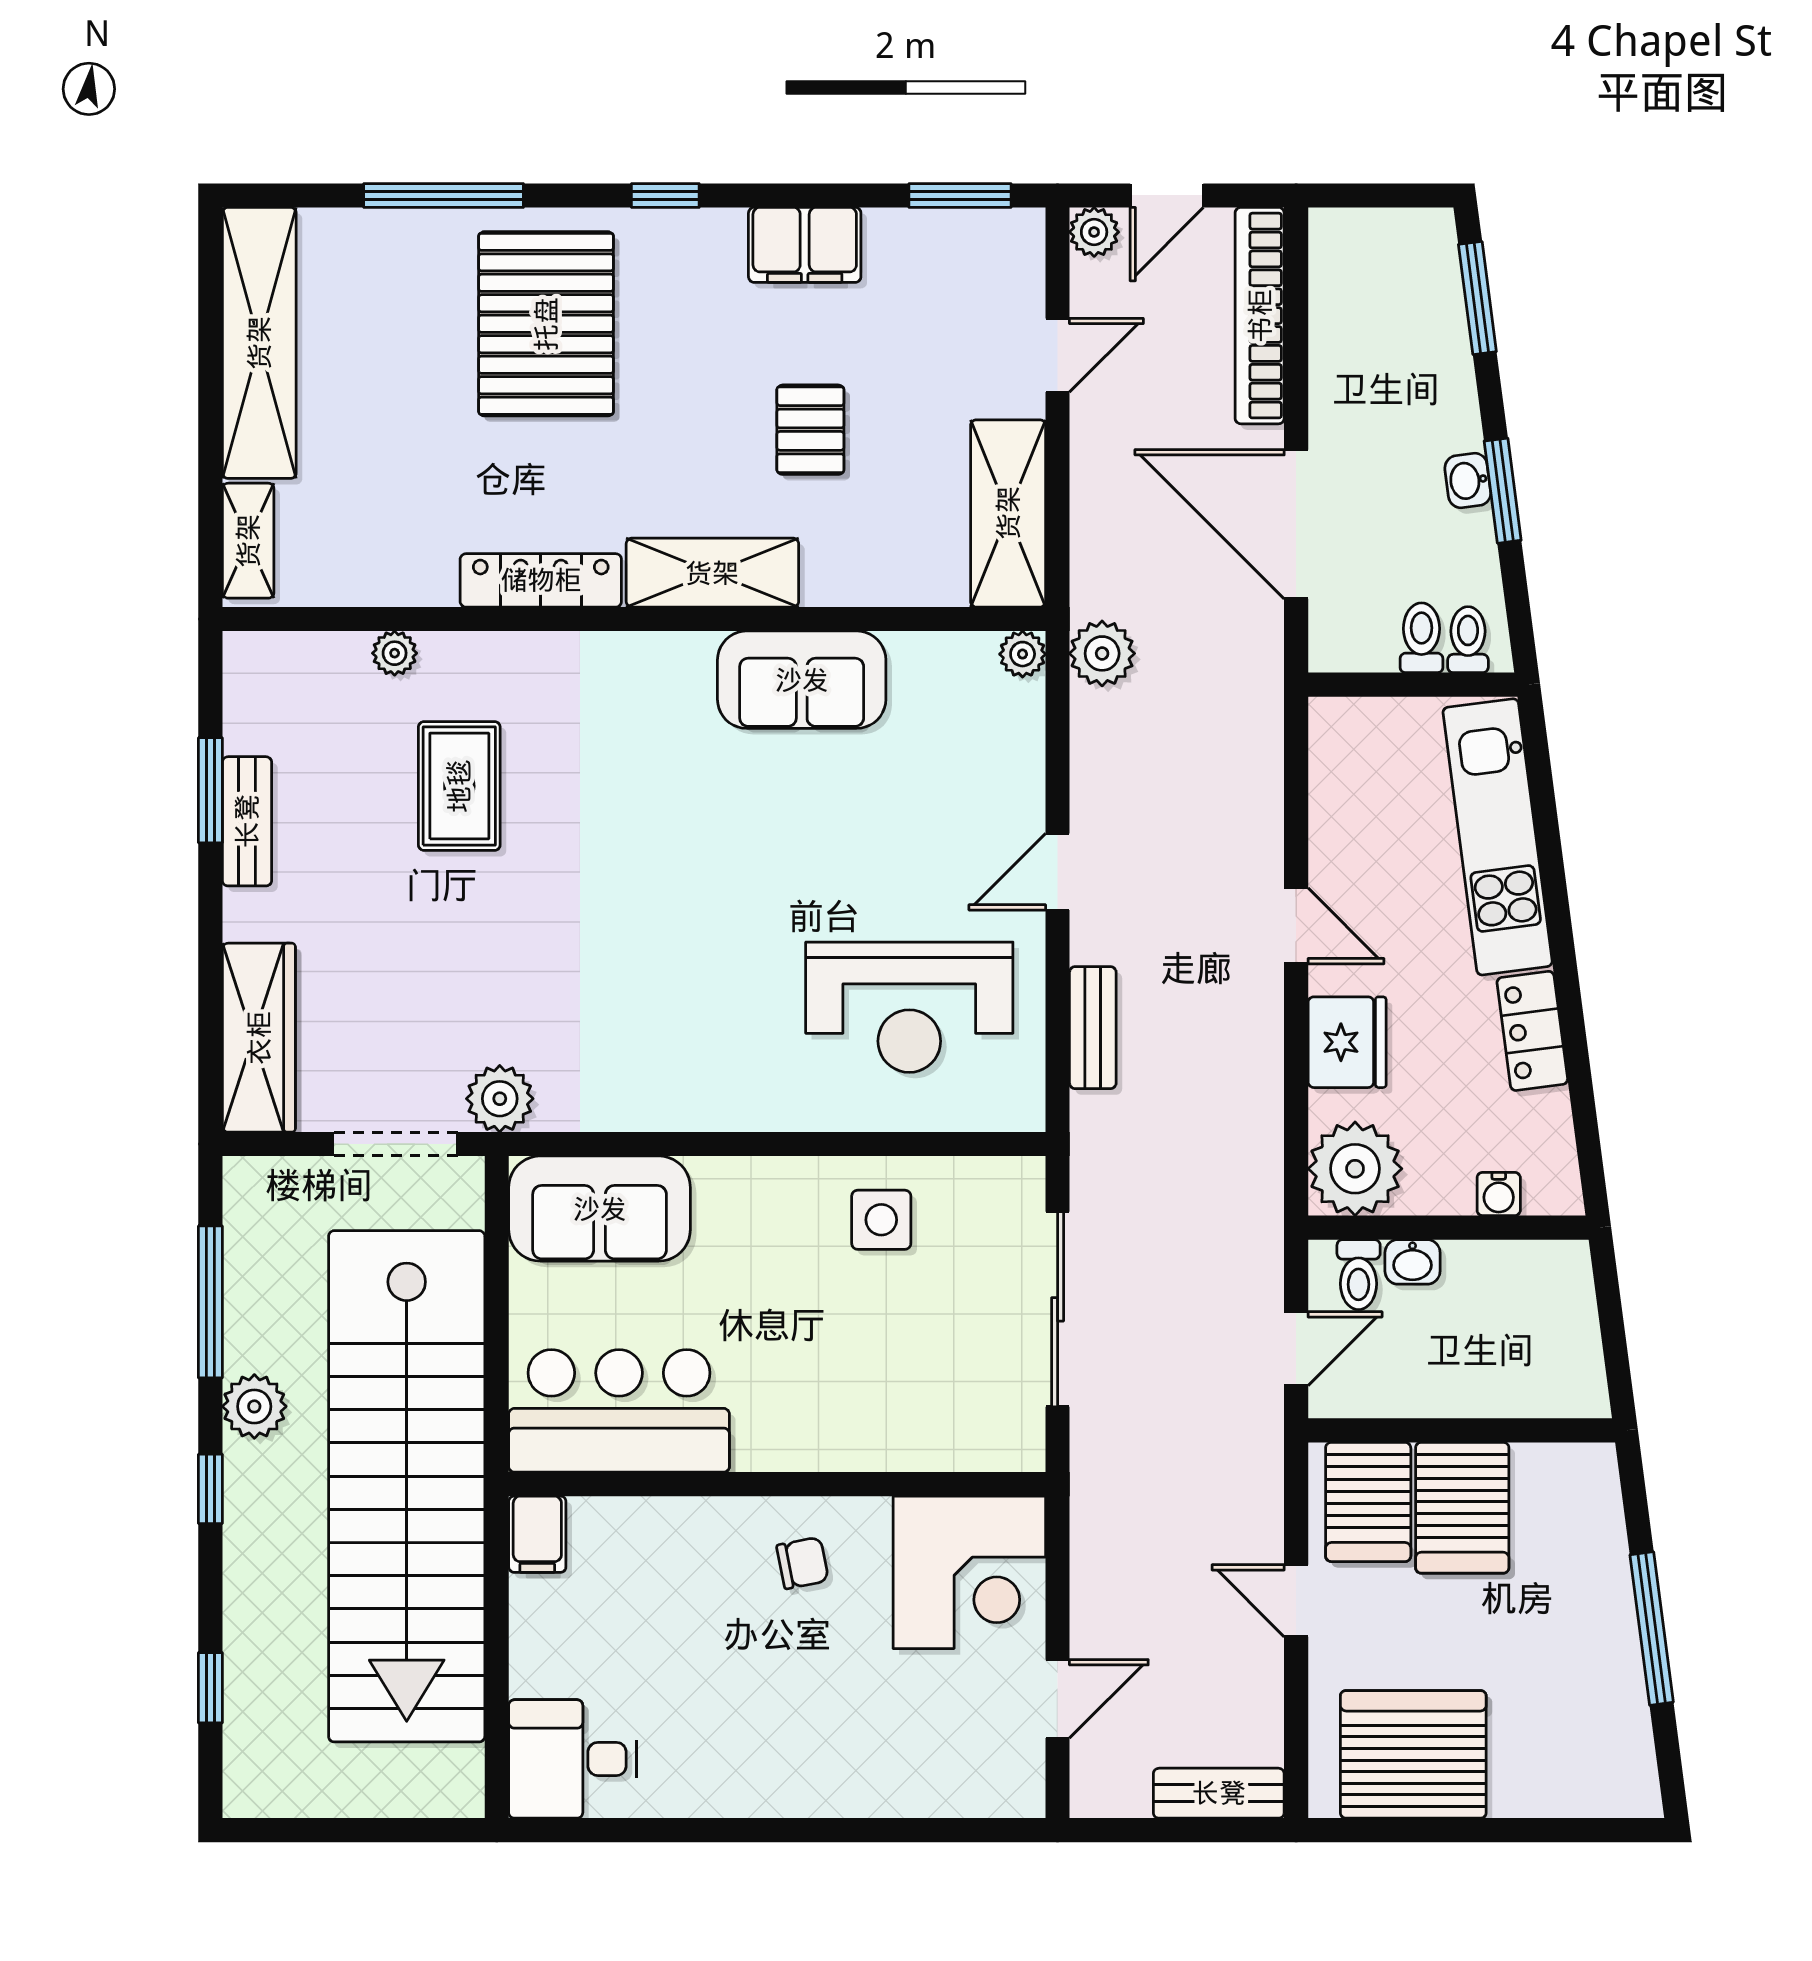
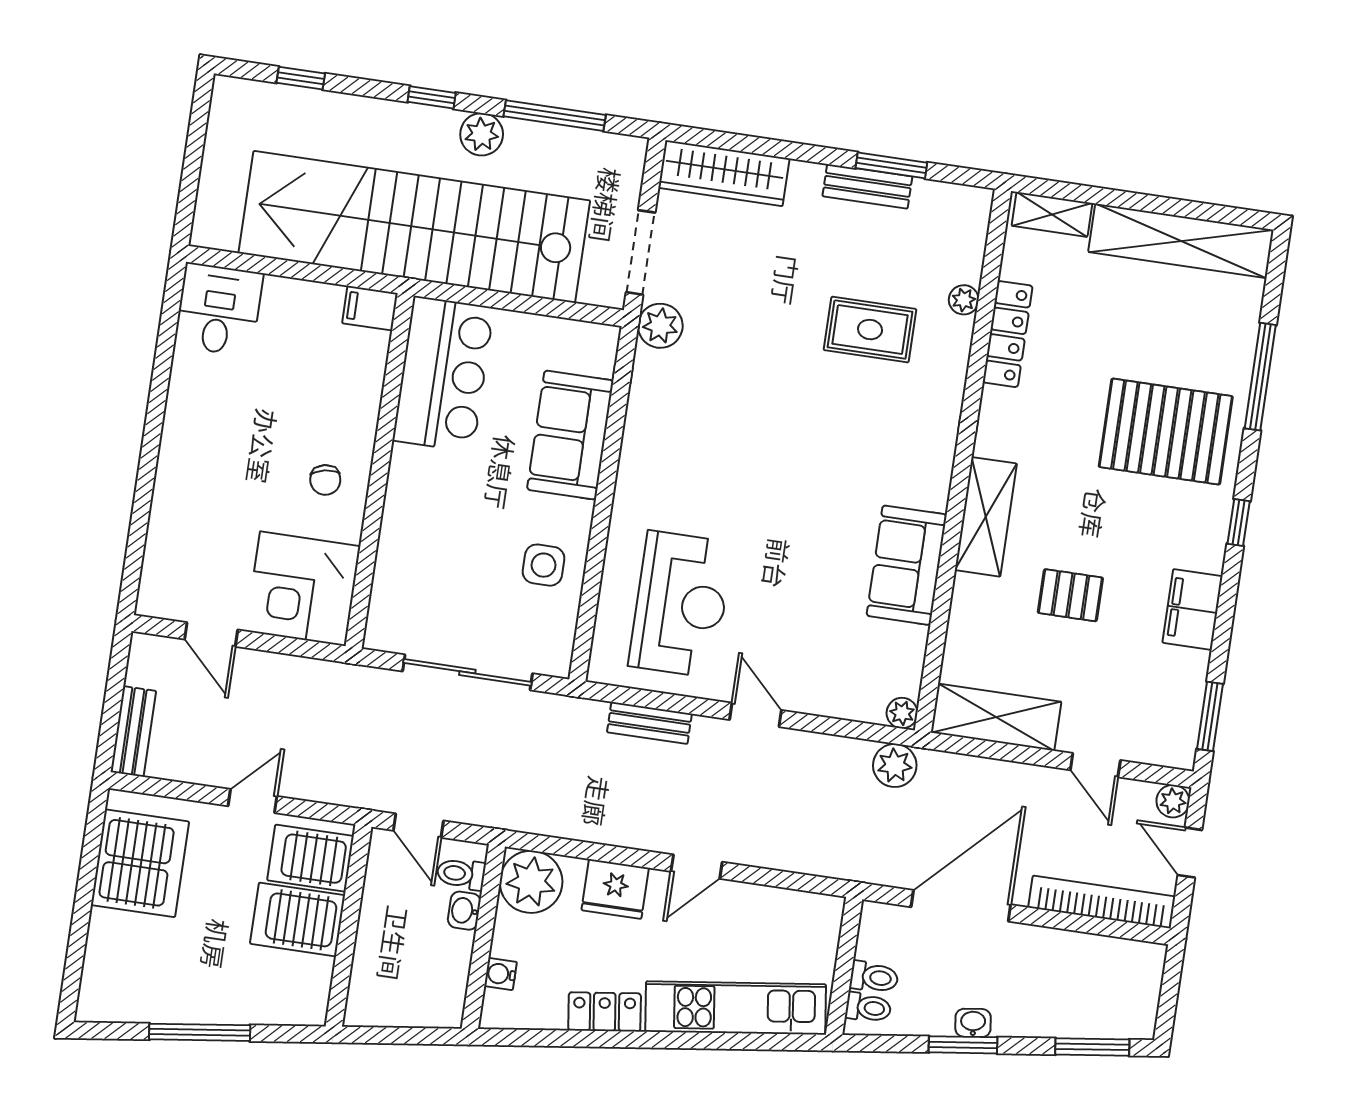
locker: (541, 580) -> (1008, 334), moved
reception desk: (909, 1007) -> (681, 604), turned 180
sofa: (600, 1209) -> (570, 435), moved

